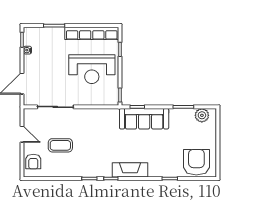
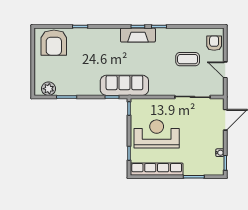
sofa: (144, 119) -> (124, 85), moved
fireplace: (130, 170) -> (138, 35), moved

